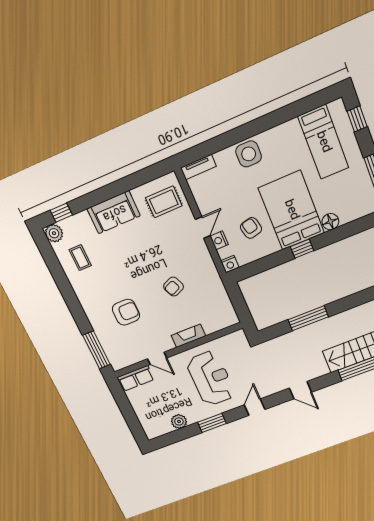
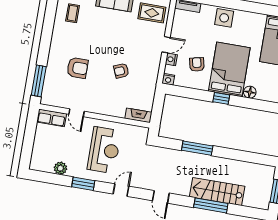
fireplace: (188, 336) -> (138, 115), moved

